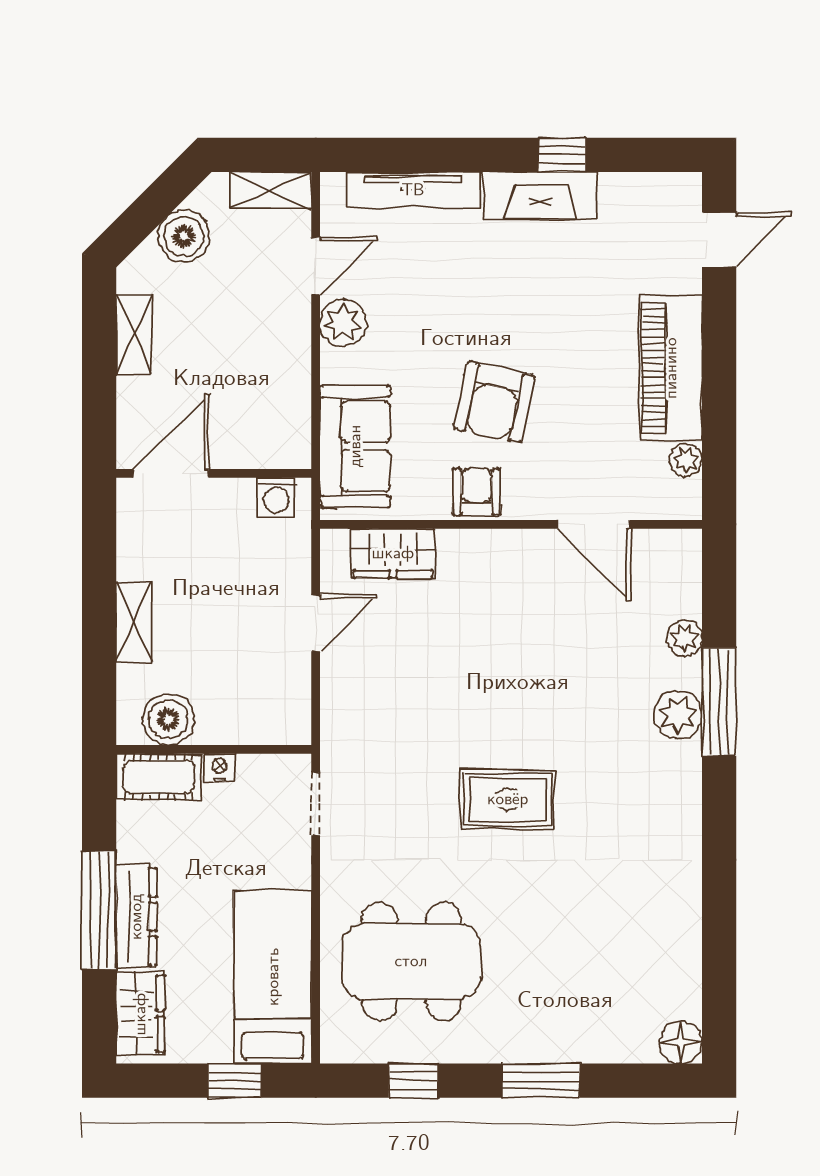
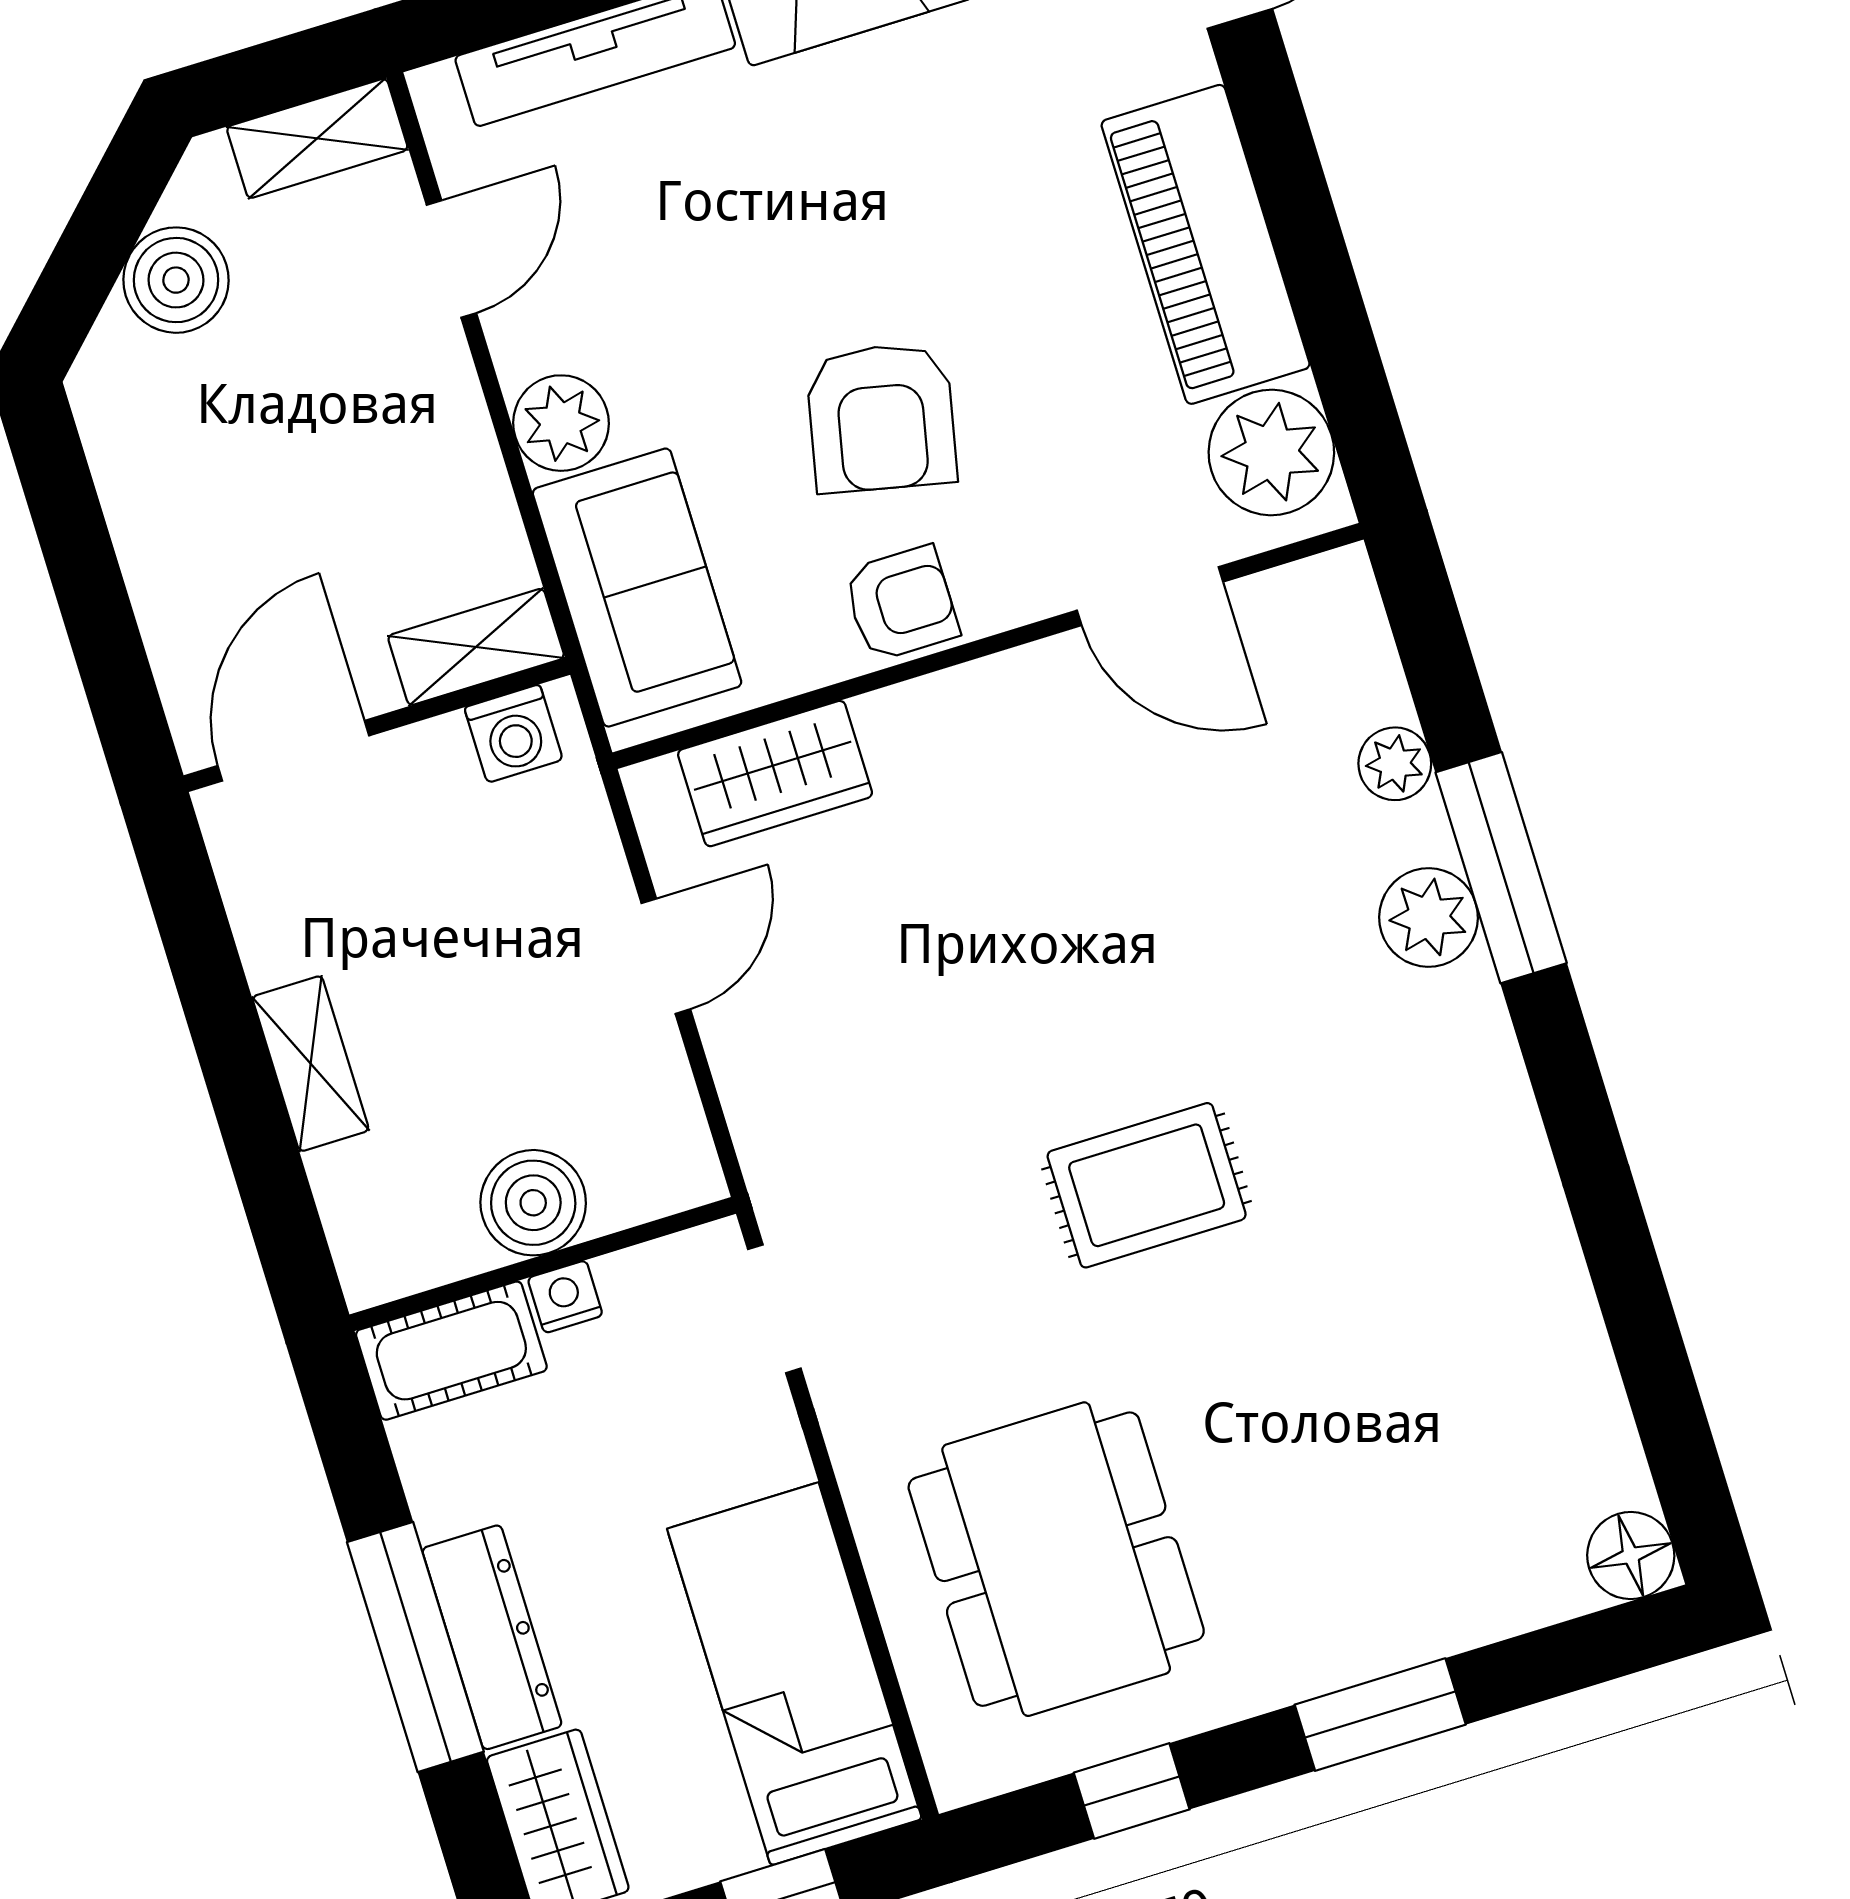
plant: (343, 323) -> (561, 423), moved
shelving: (134, 334) -> (476, 647), moved, turned 90
plant: (686, 460) -> (1271, 452), width x1.88, depth x1.88
armchair: (476, 492) -> (901, 603), turned 90
boiler: (168, 719) -> (533, 1203), moved
dining table: (411, 961) -> (1056, 1559), turned 90

